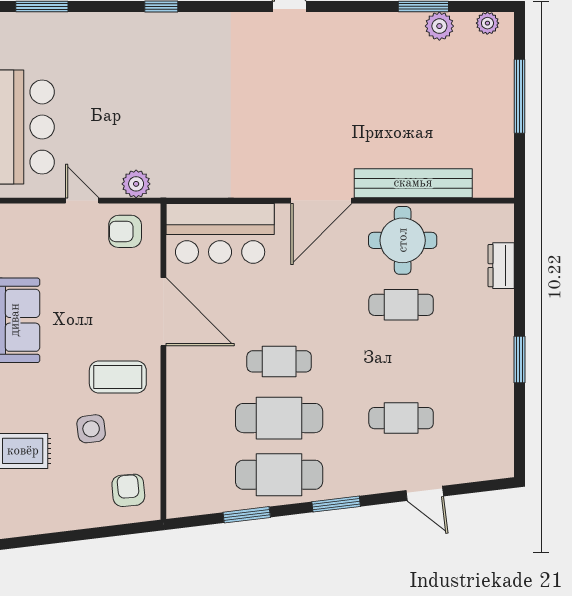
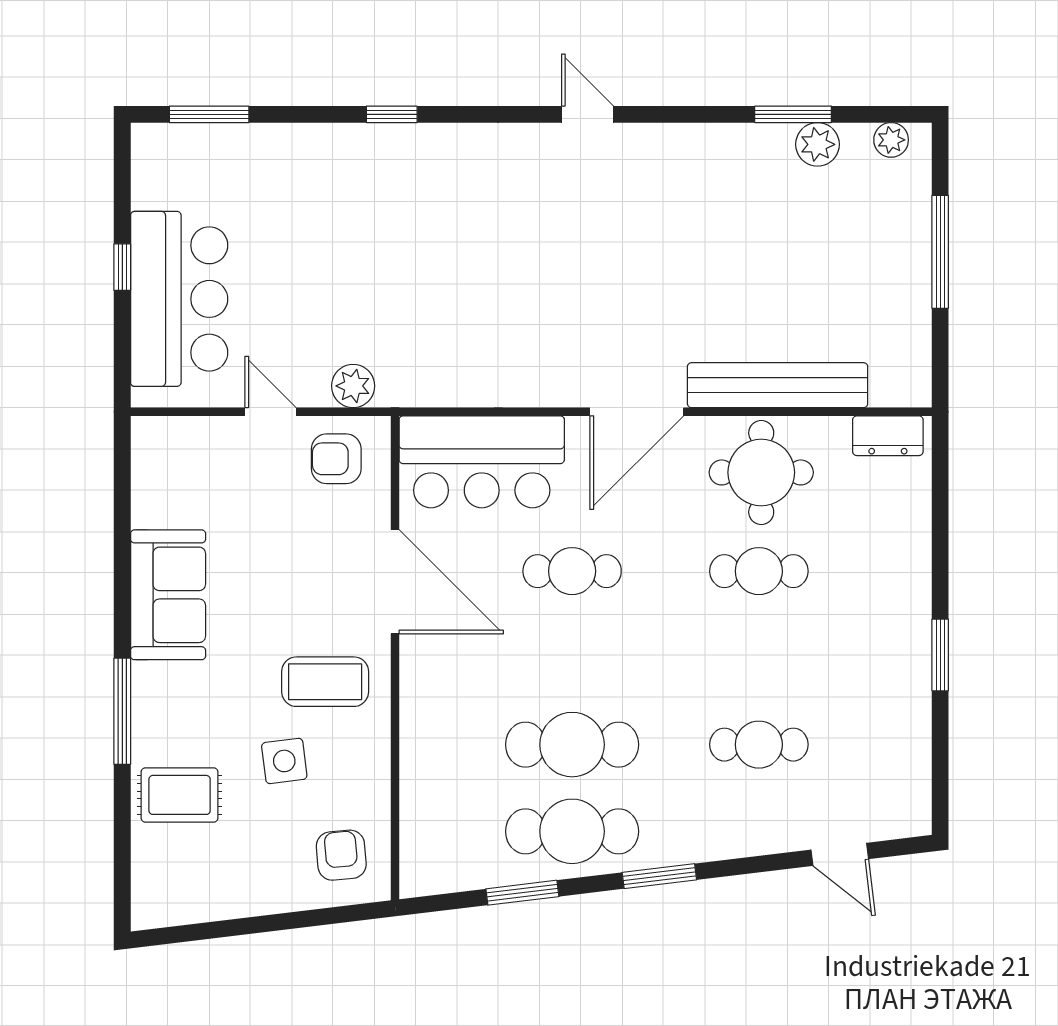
dresser: (501, 266) -> (888, 436), moved, turned -90
cafe table: (279, 361) -> (572, 571), moved
door: (425, 493) -> (840, 854), moved

